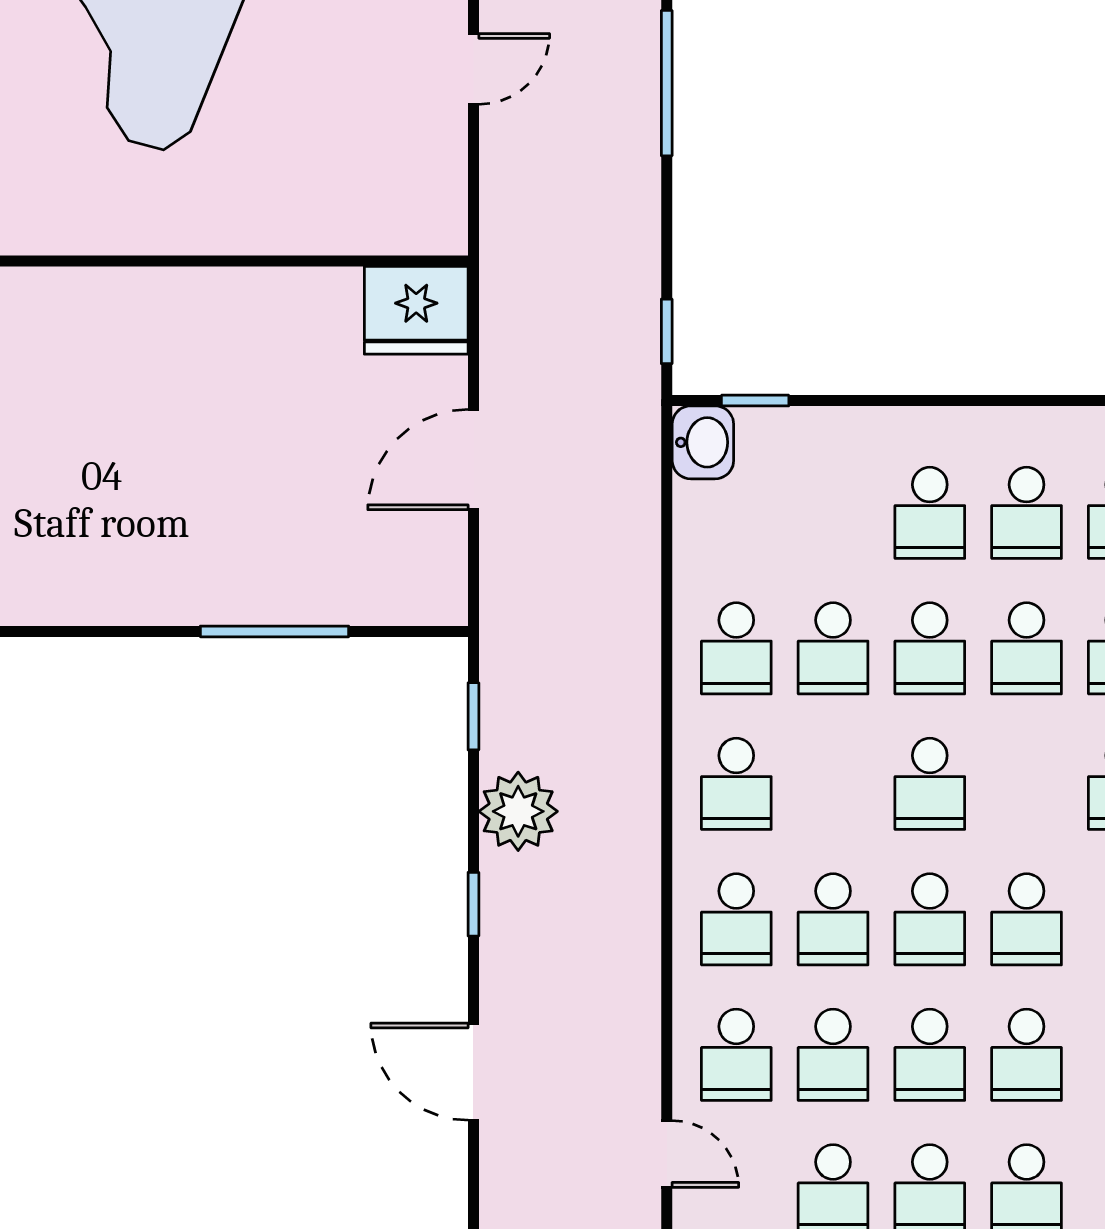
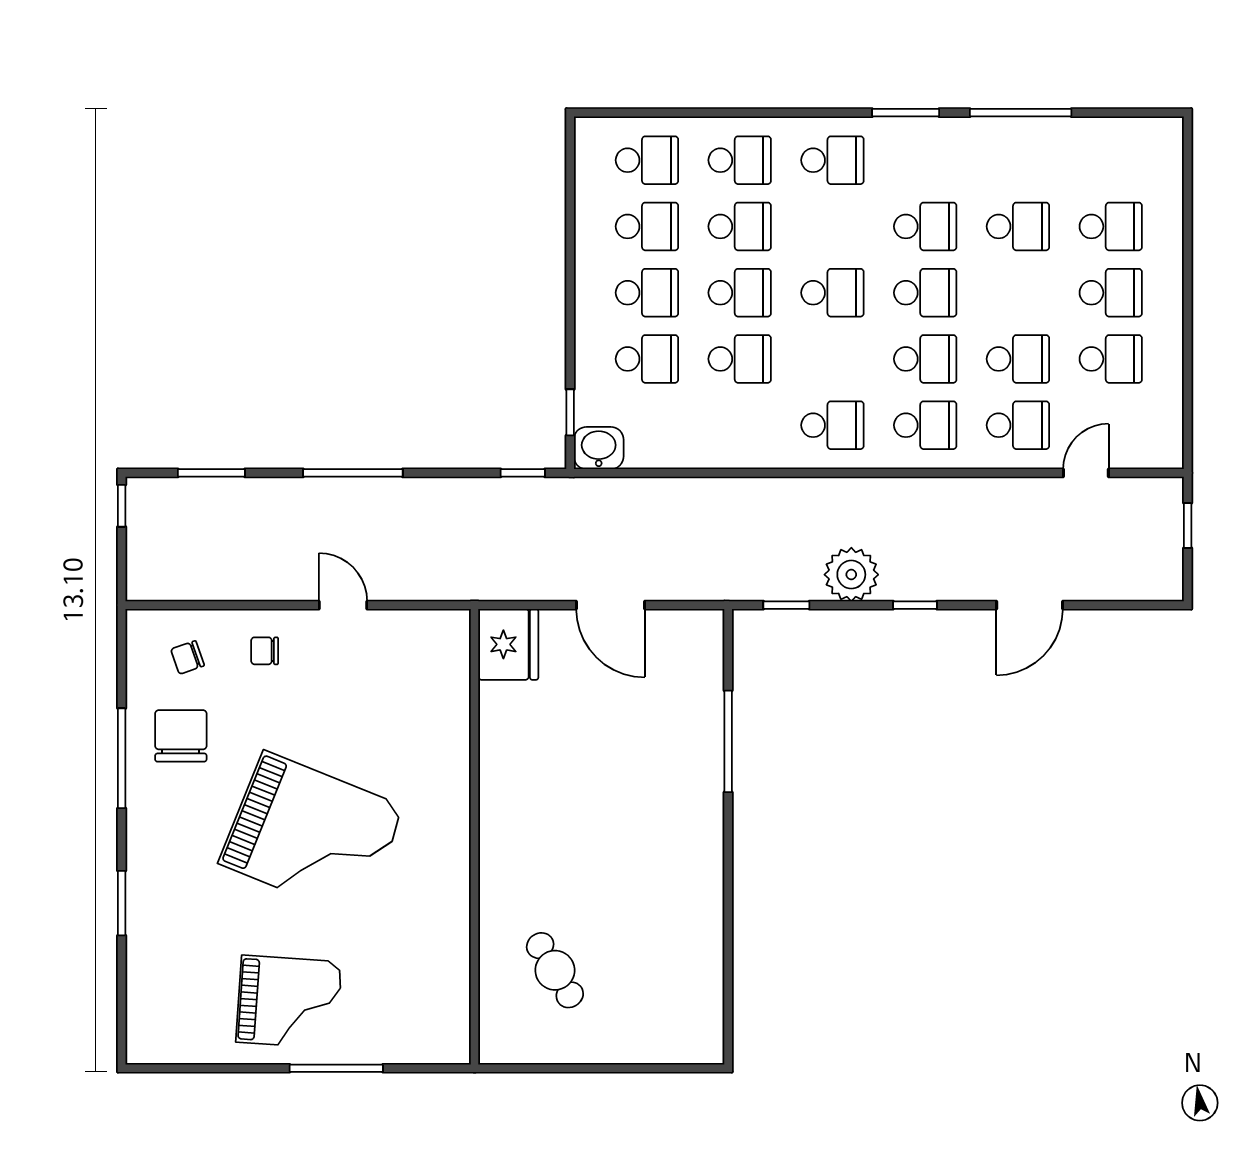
school desk: (736, 648) -> (647, 359), moved
school desk: (930, 1055) -> (1018, 293), removed

